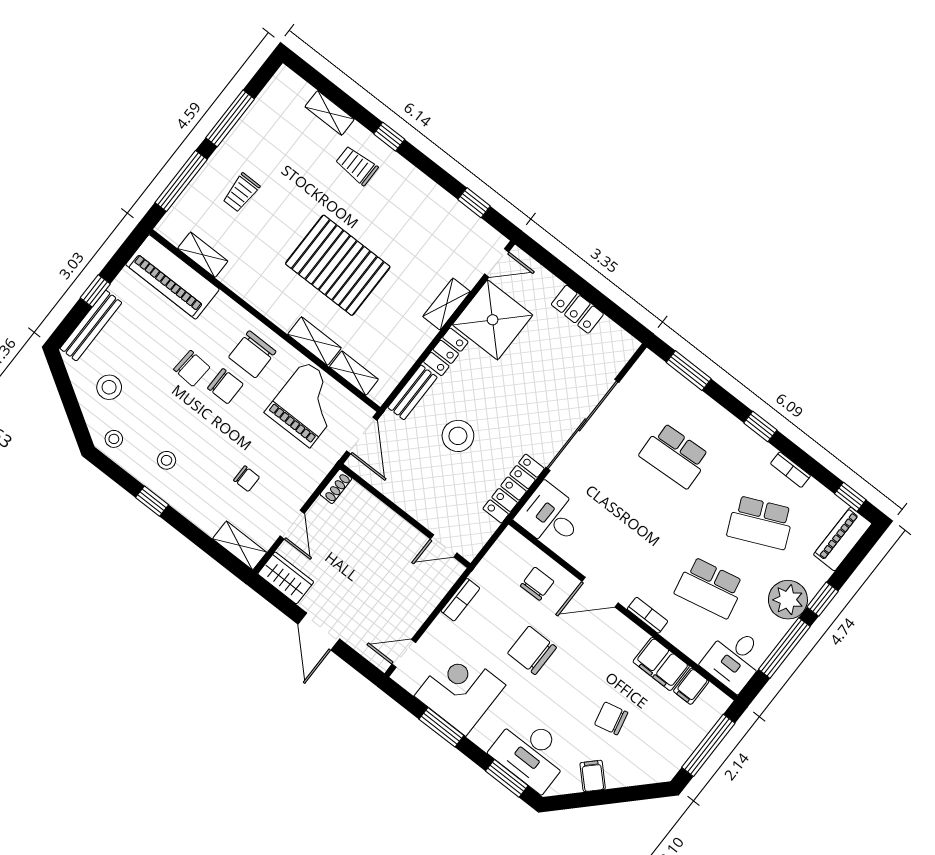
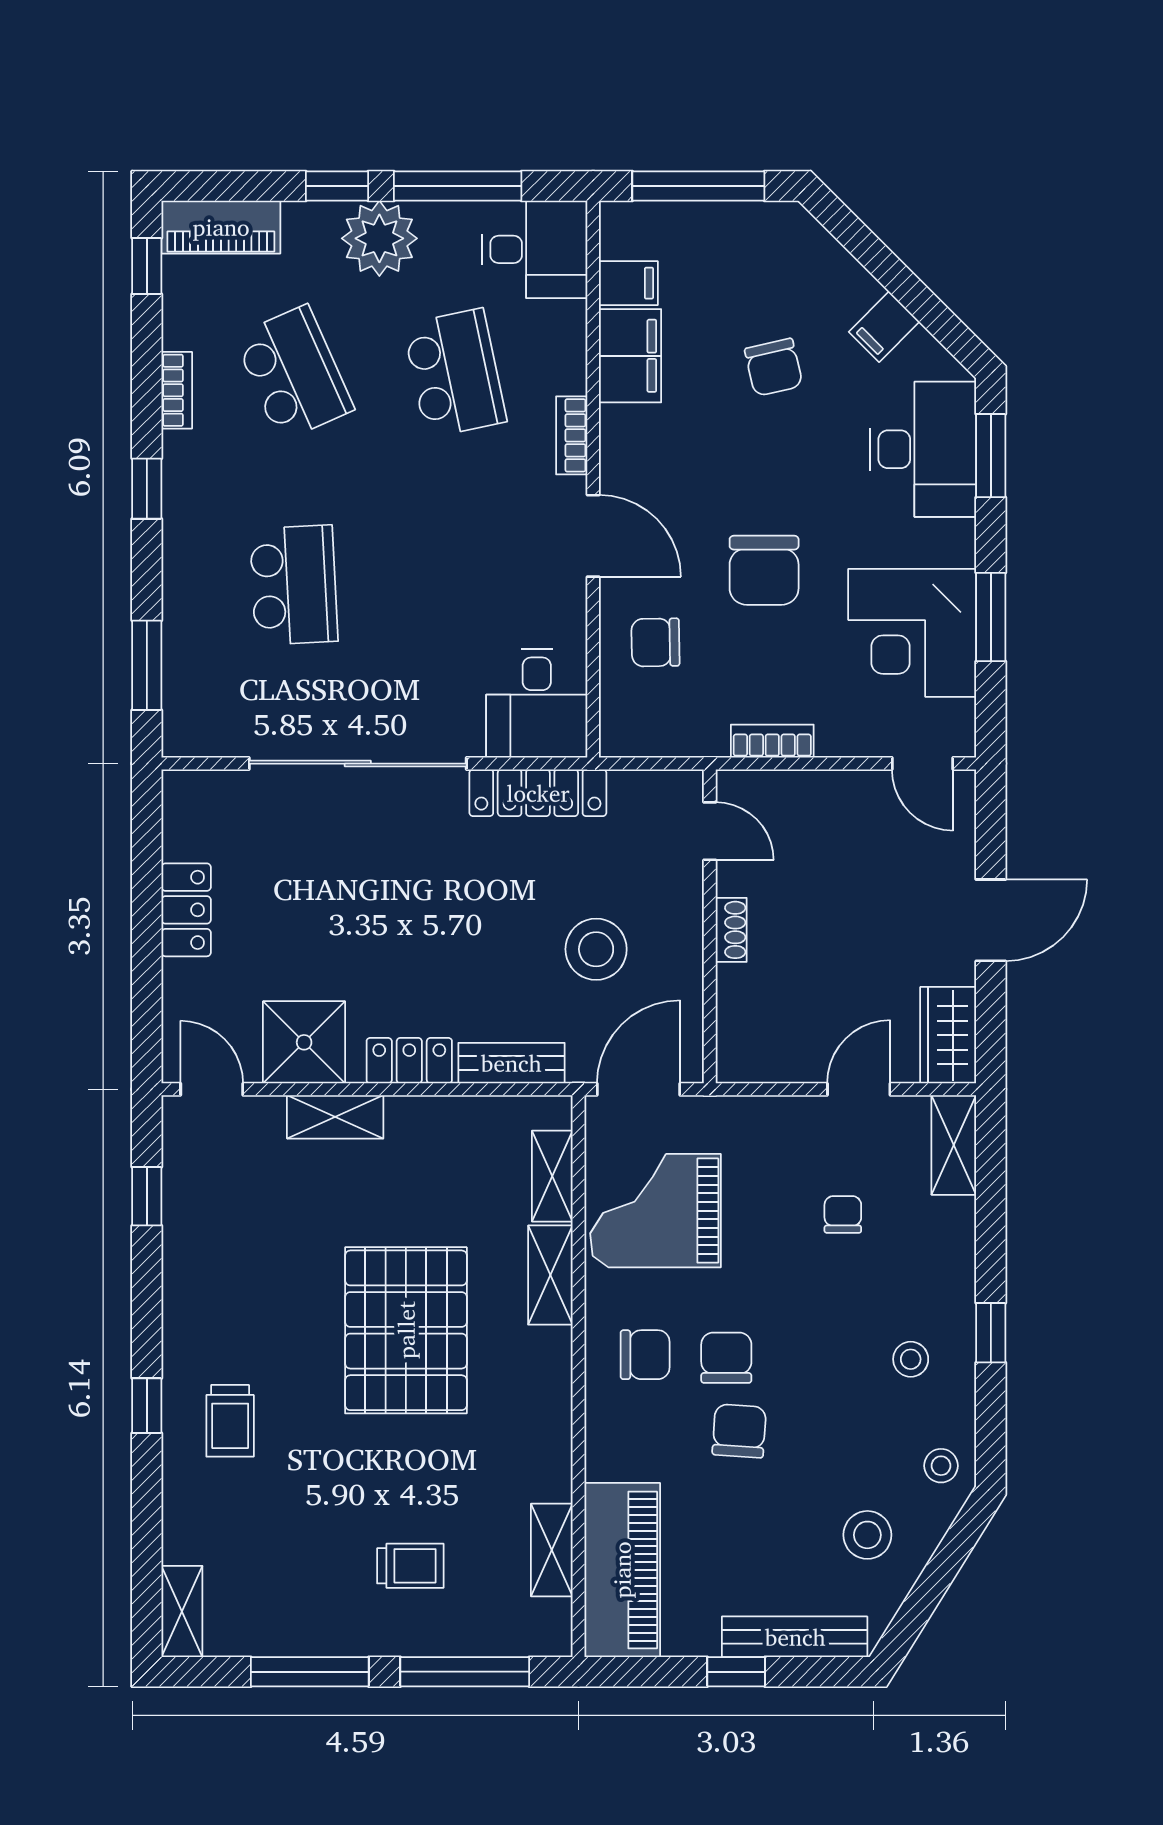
shelving: (330, 113) -> (182, 1611), moved
shower: (493, 320) -> (304, 1042), width x0.73, depth x0.73
chair: (252, 354) -> (645, 1355), width x0.73, depth x0.73
stool: (458, 436) -> (596, 949), moved
shoe rack: (336, 486) -> (731, 930), moved, turned 90

